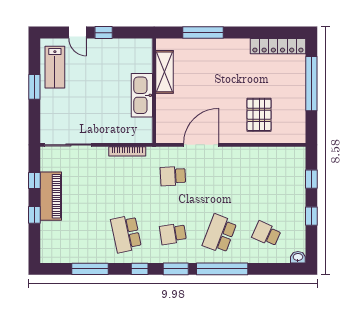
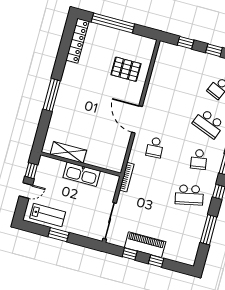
shelving: (164, 72) -> (68, 152), moved
wall: (154, 91) -> (81, 164), moved
kitchen sink: (142, 95) -> (82, 174), moved

